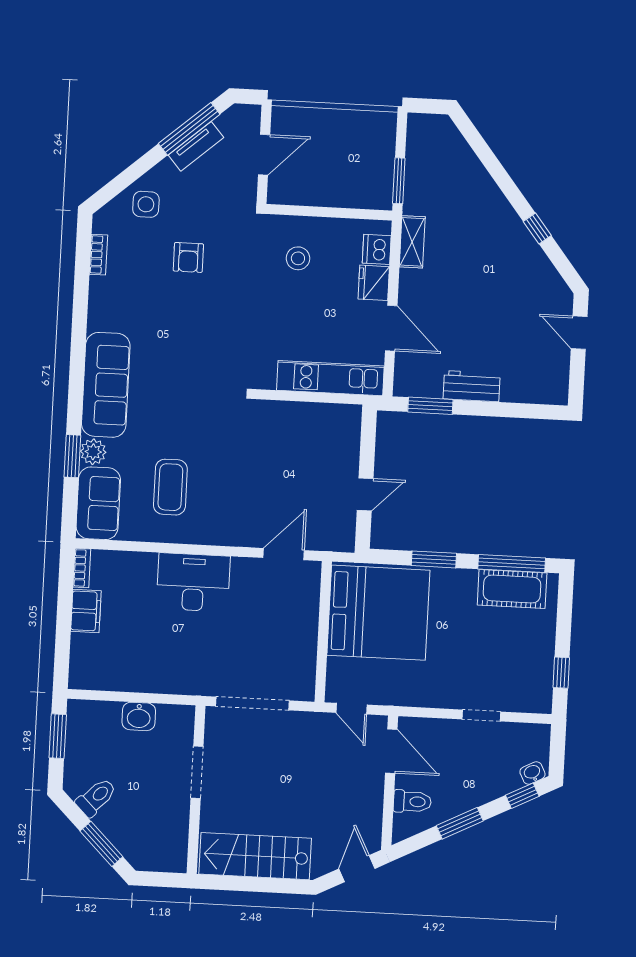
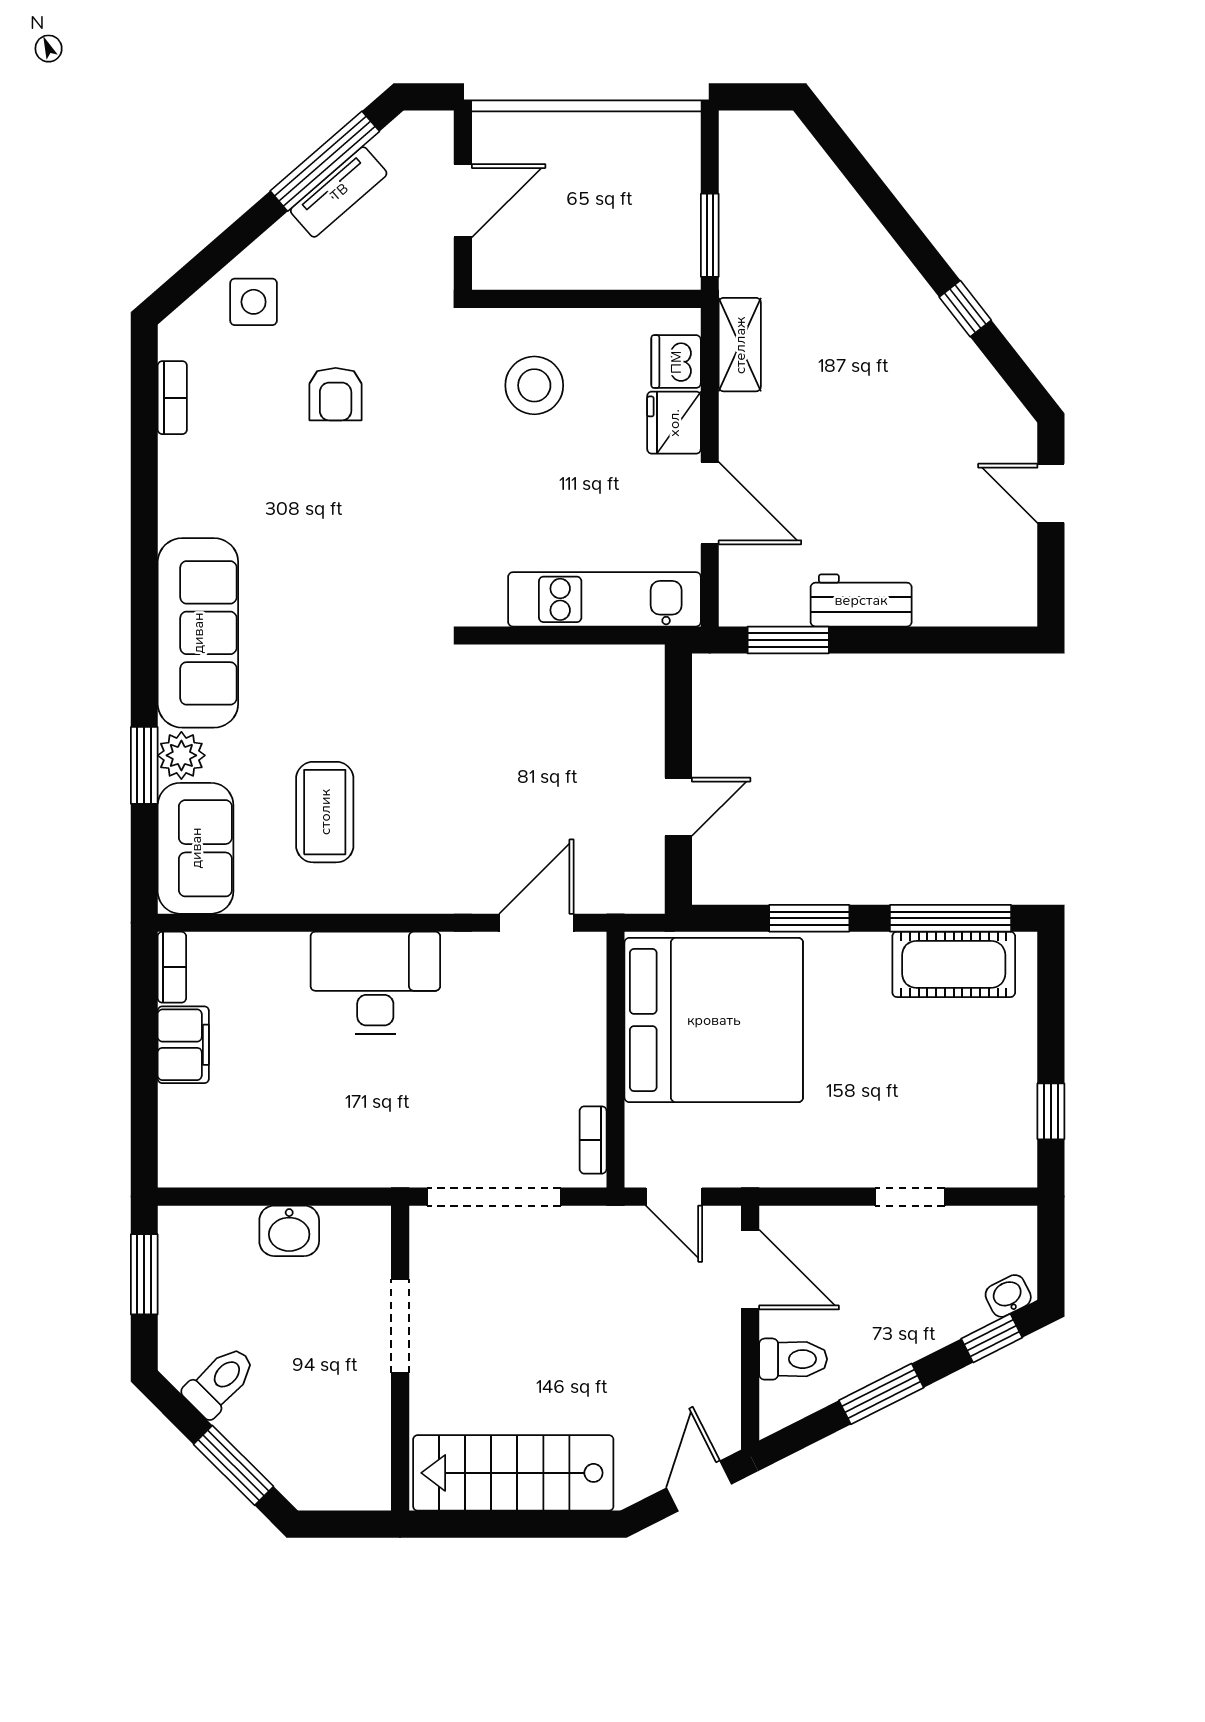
stool: (298, 258) -> (534, 385), width x1.38, depth x1.38
bookcase: (309, 675) -> (593, 1140), added

